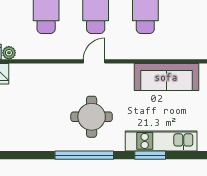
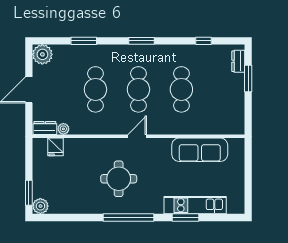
round table: (92, 117) -> (119, 179), moved

